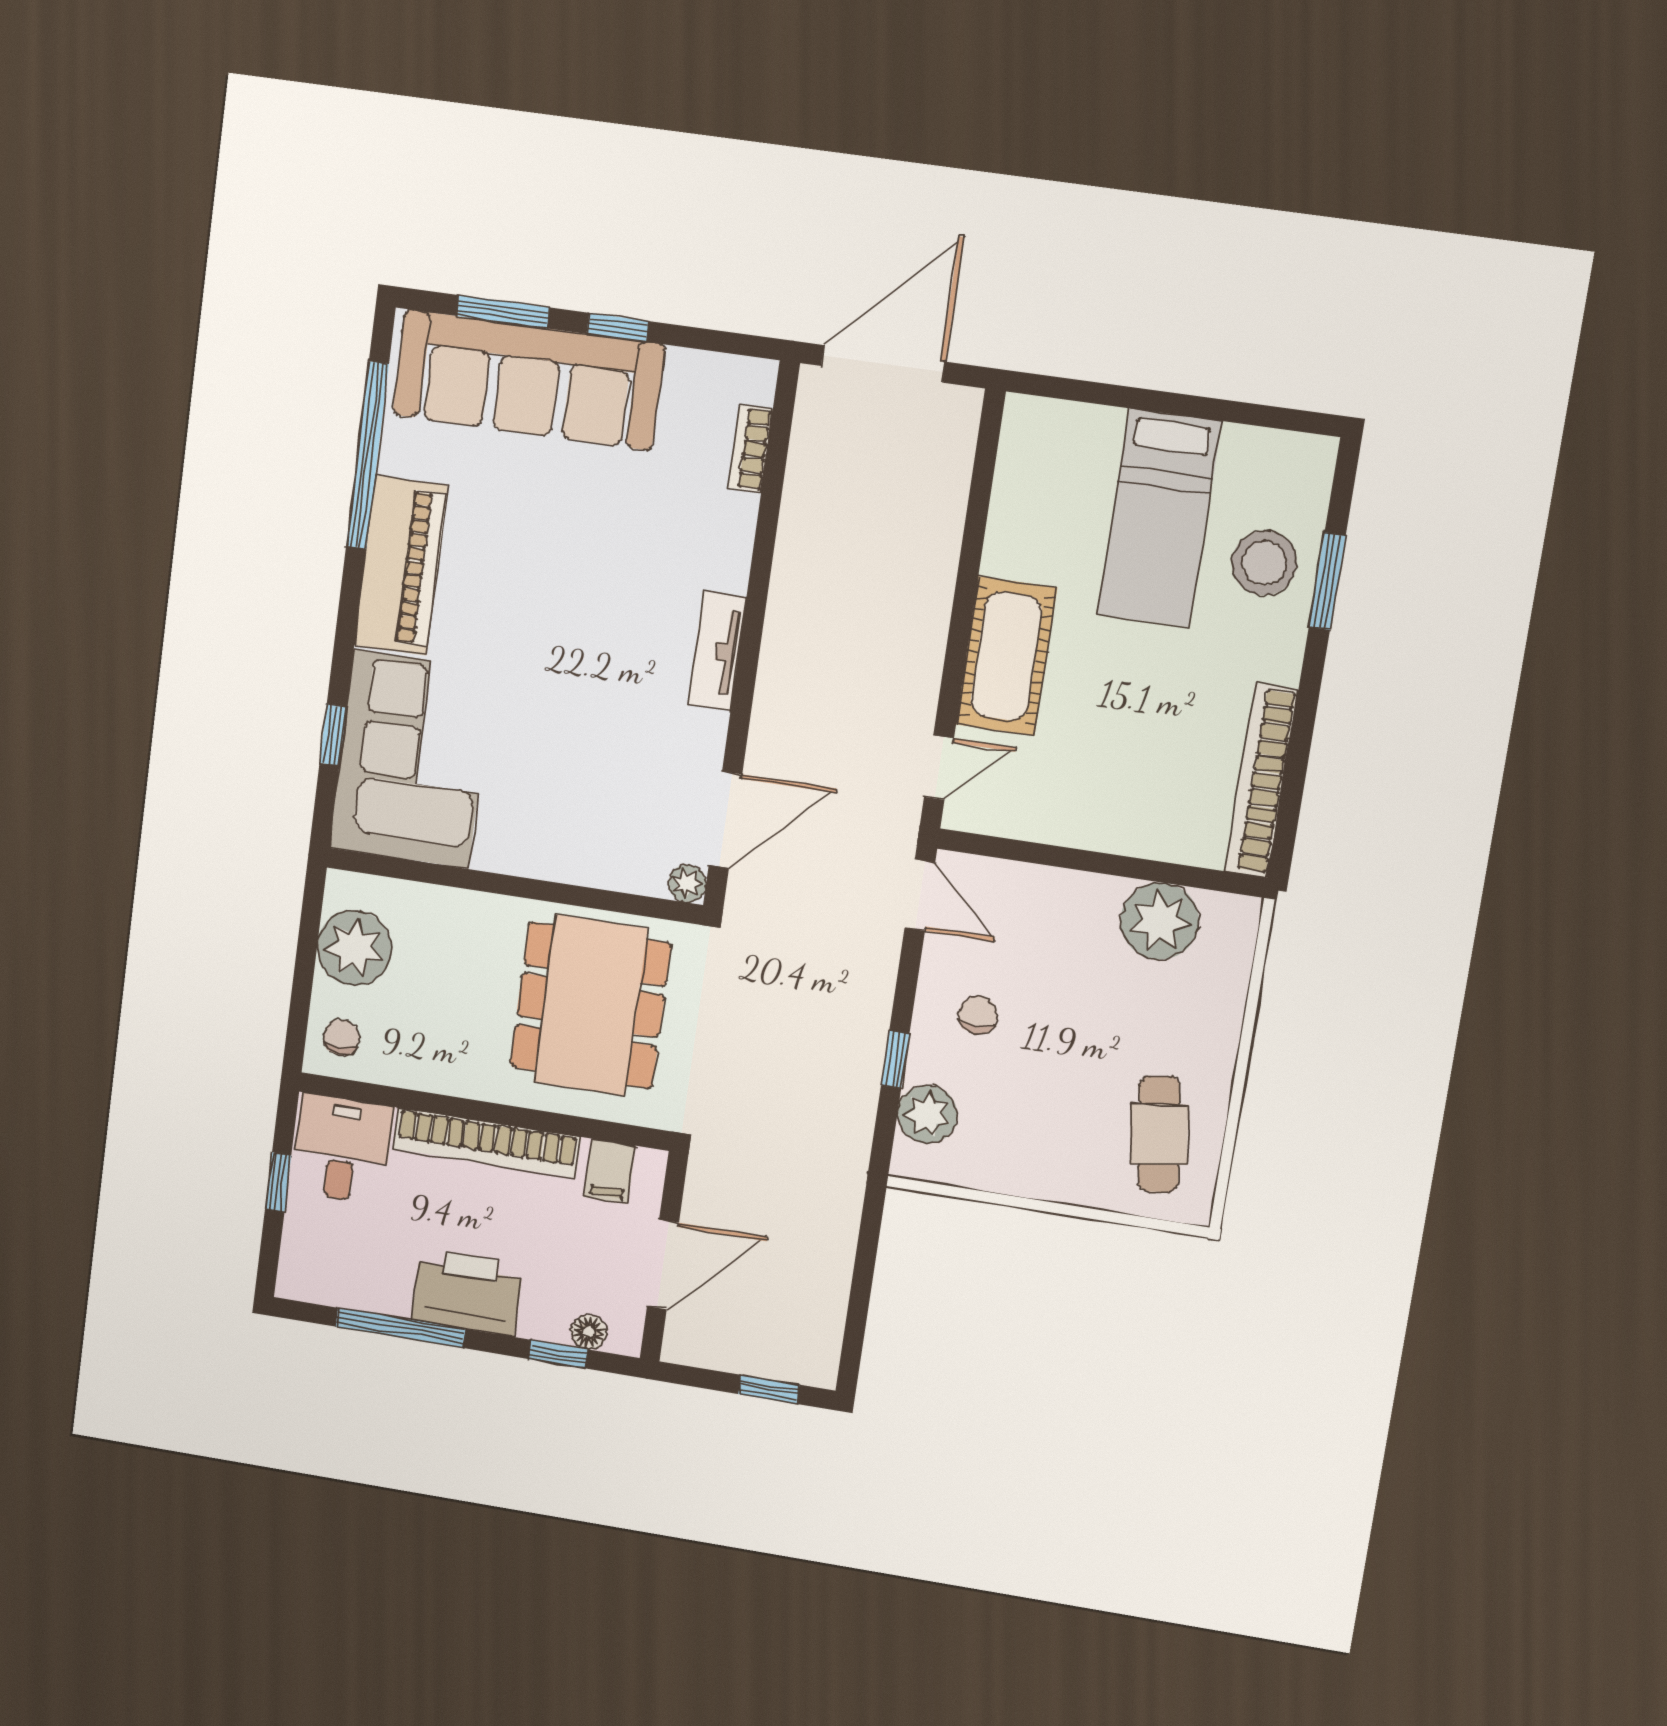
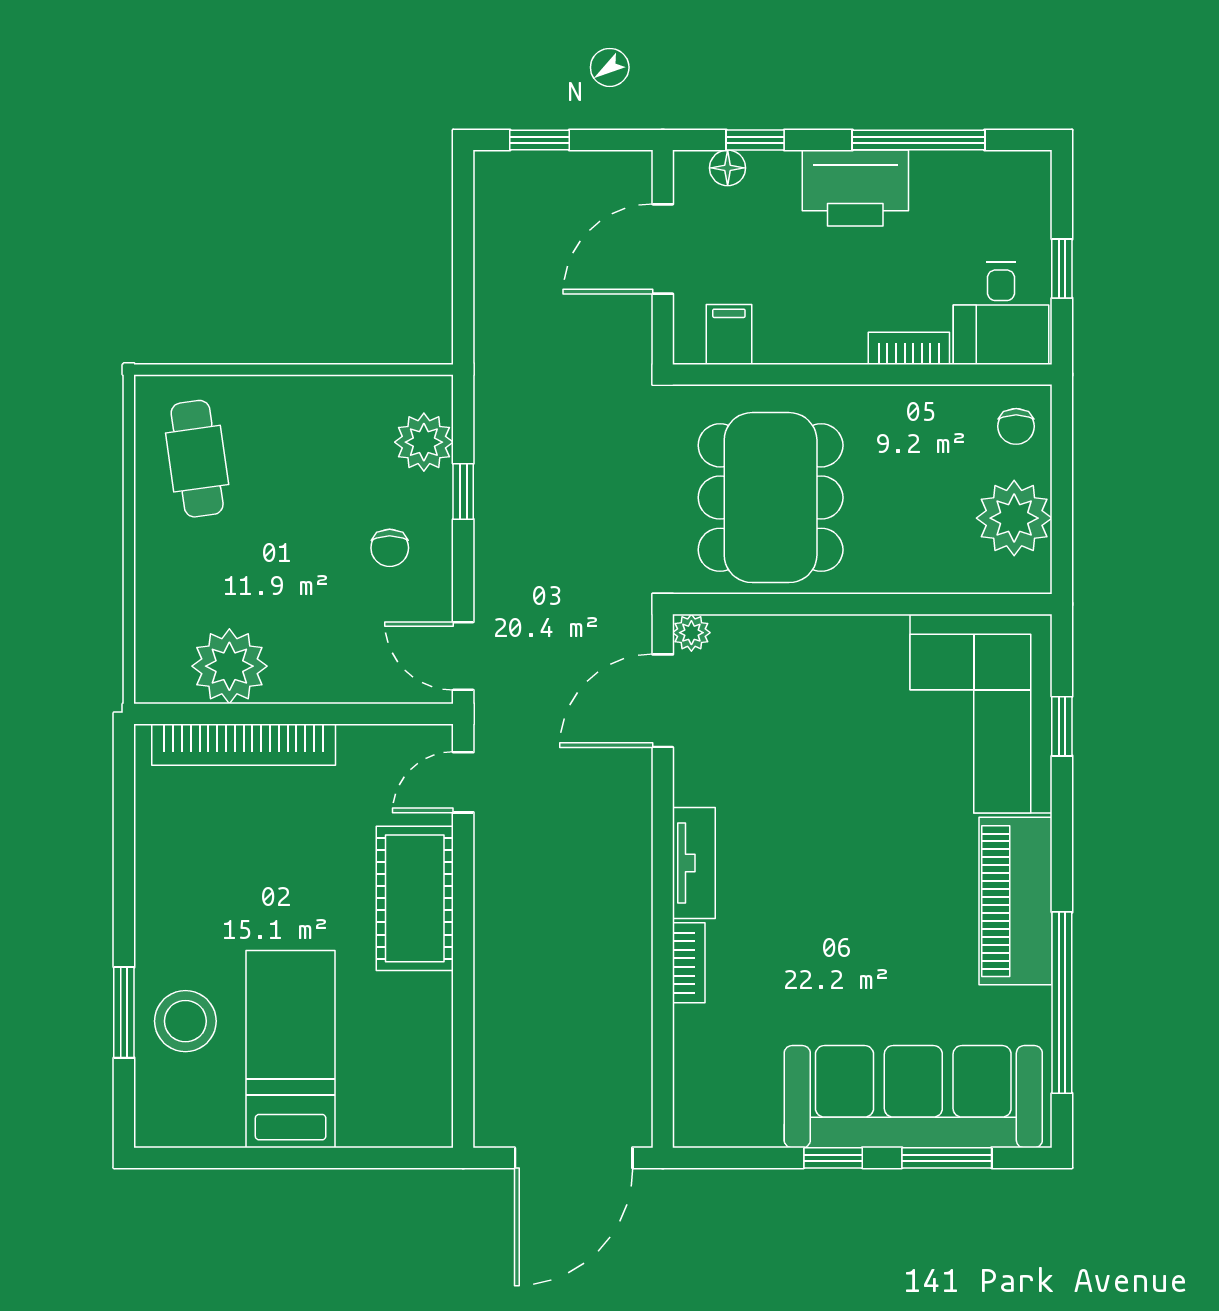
bookcase: (751, 449) -> (689, 963), moved
bookcase: (1261, 781) -> (244, 745), moved, turned 90
bookcase: (487, 1143) -> (909, 348), width x0.43, depth x0.76

